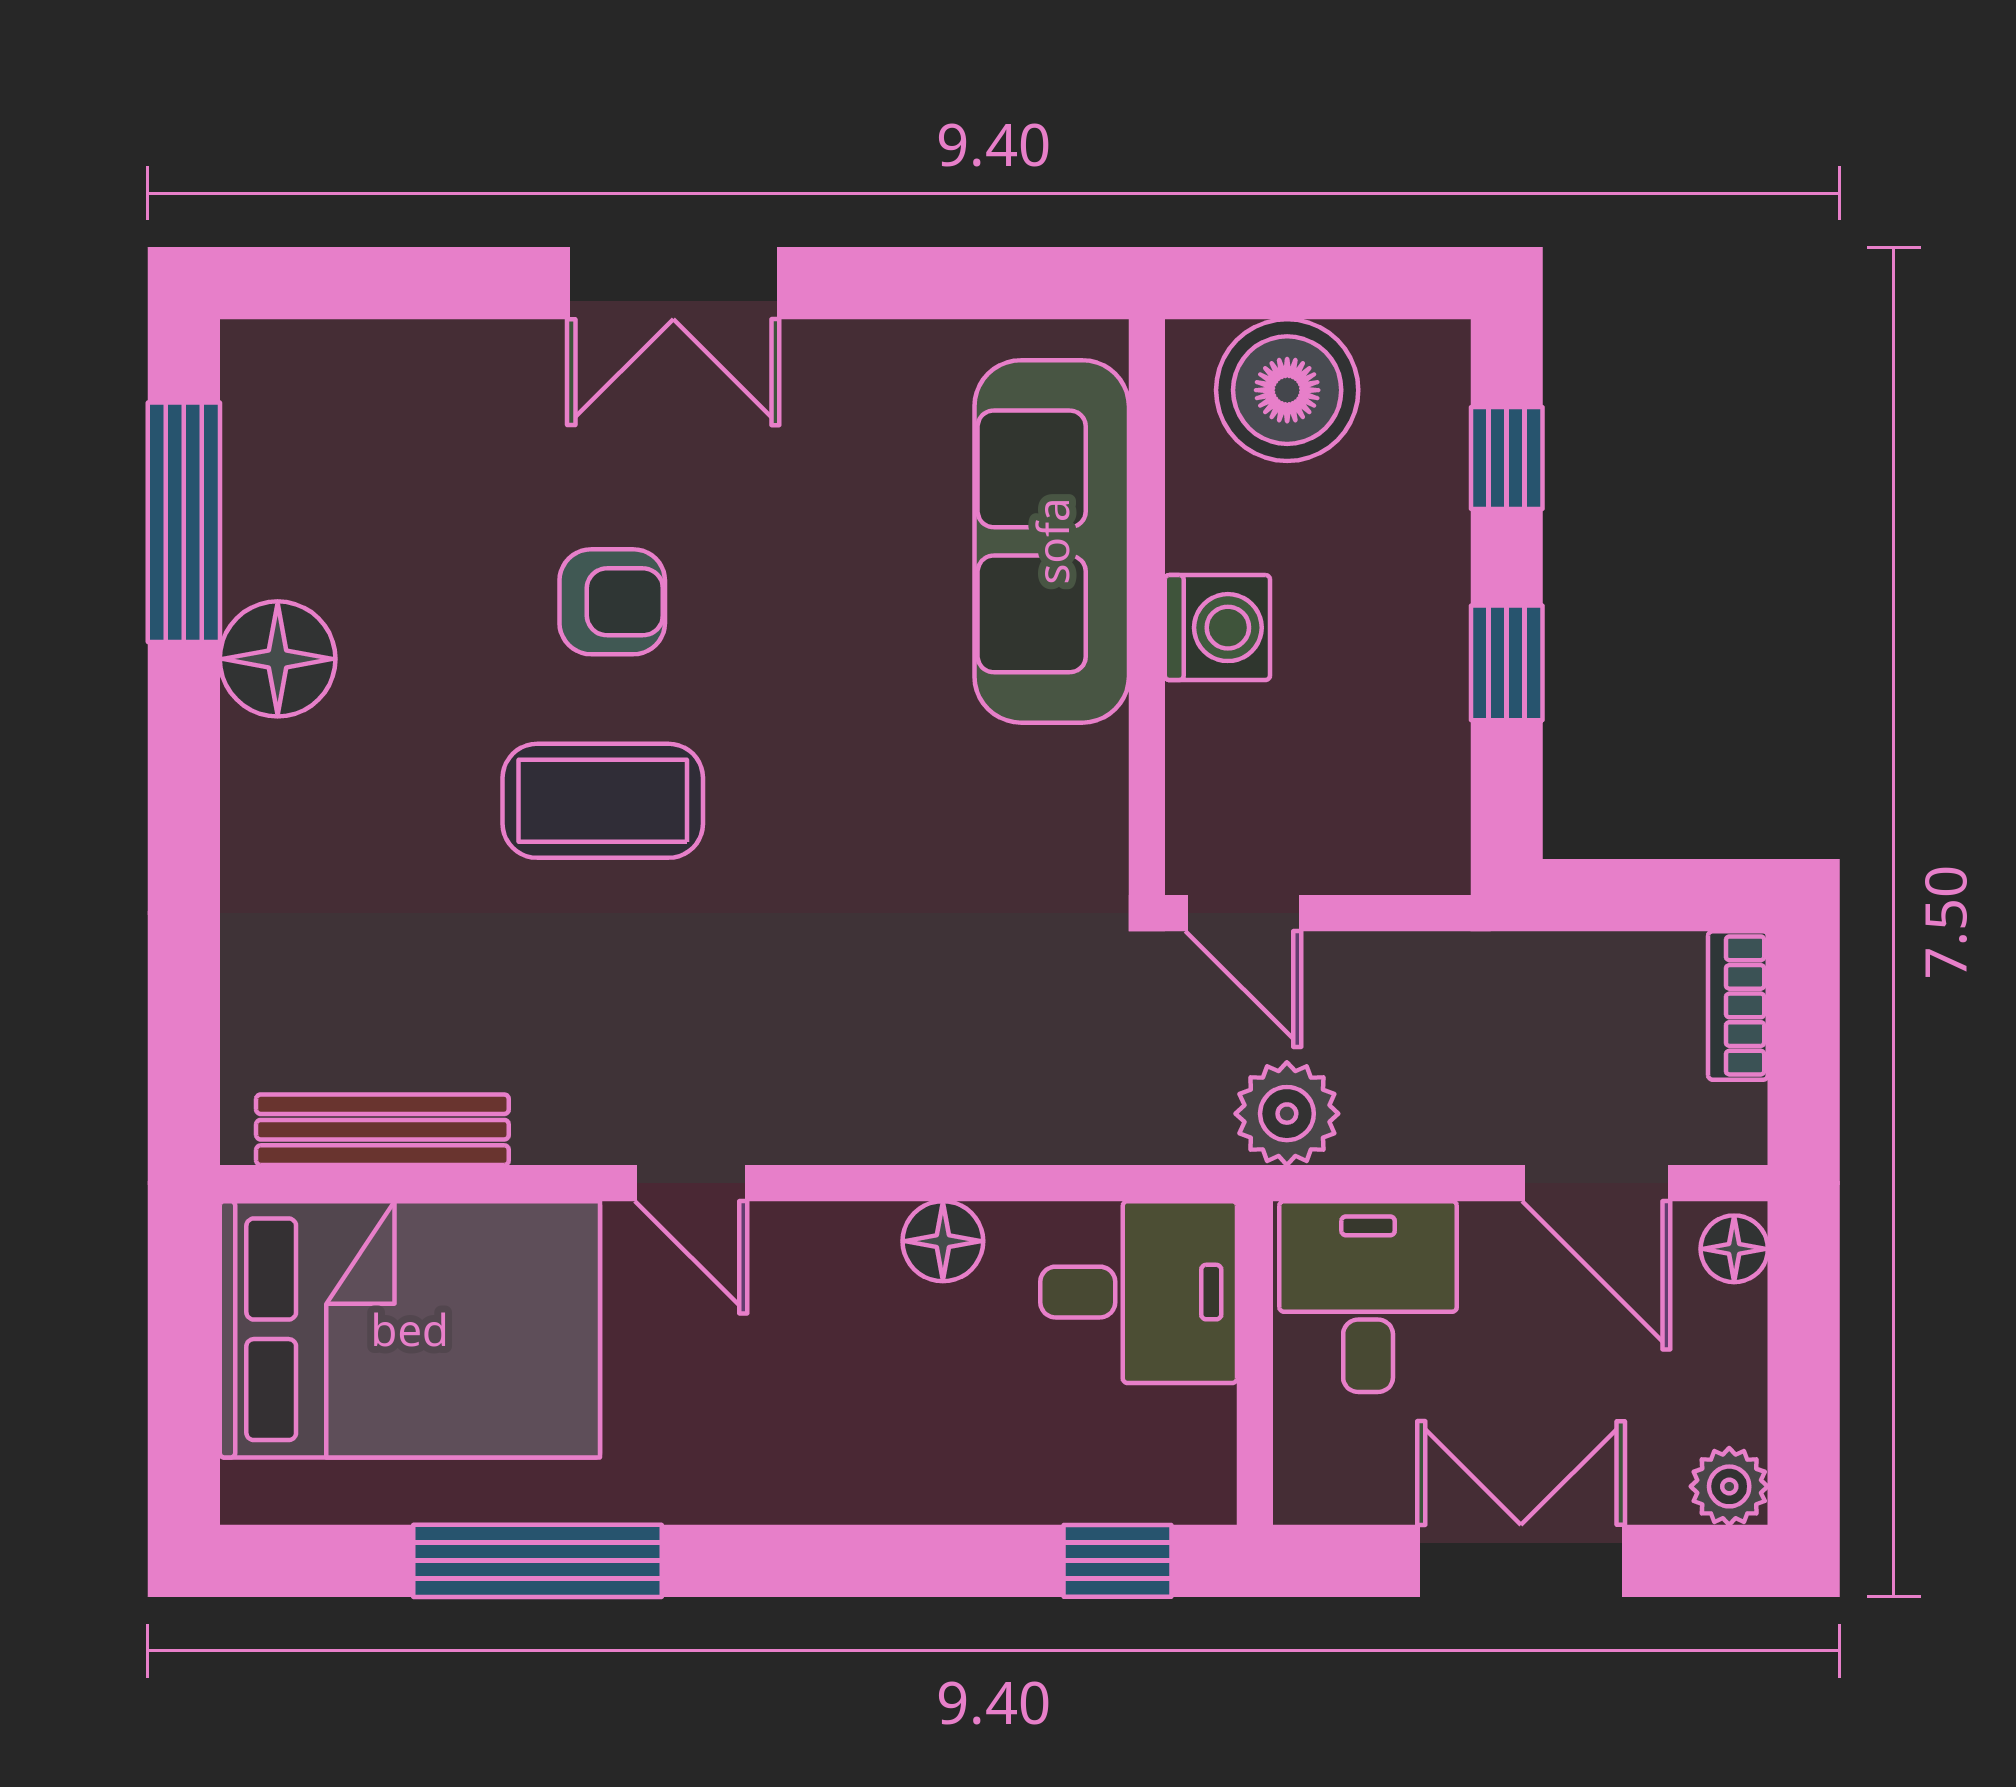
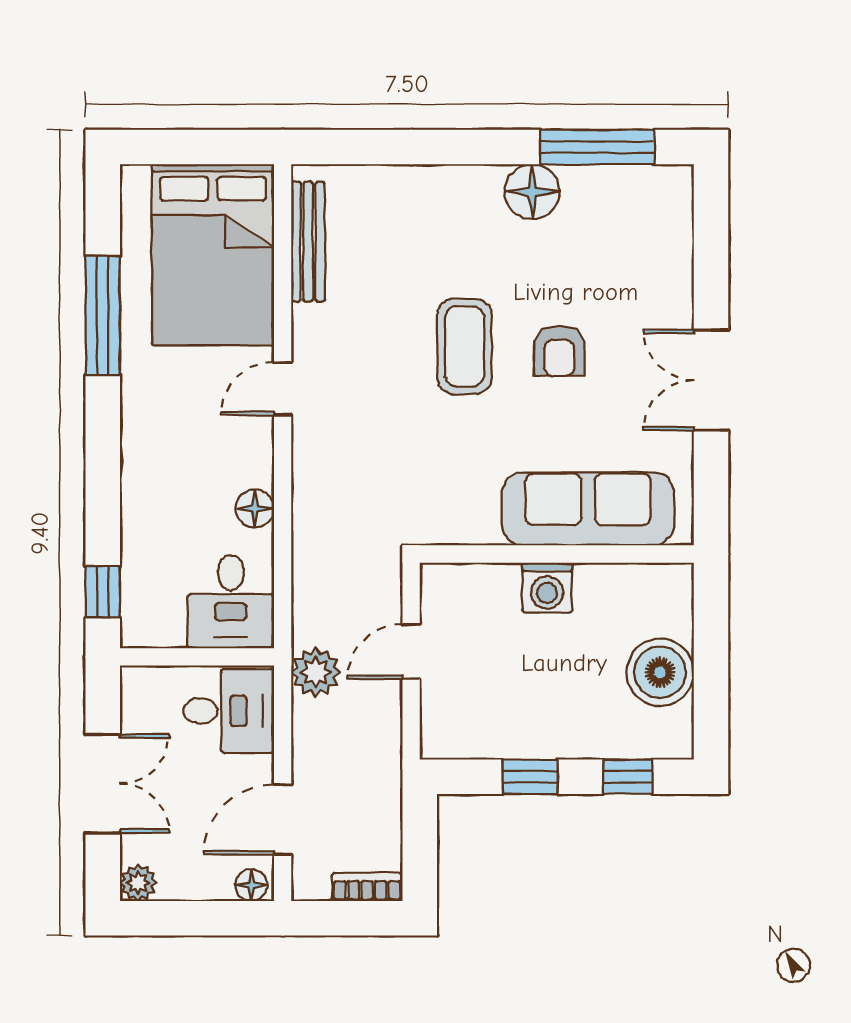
sofa: (1052, 541) -> (588, 509), moved
wall: (1147, 607) -> (557, 554), moved
washing machine: (1217, 628) -> (547, 588), moved

